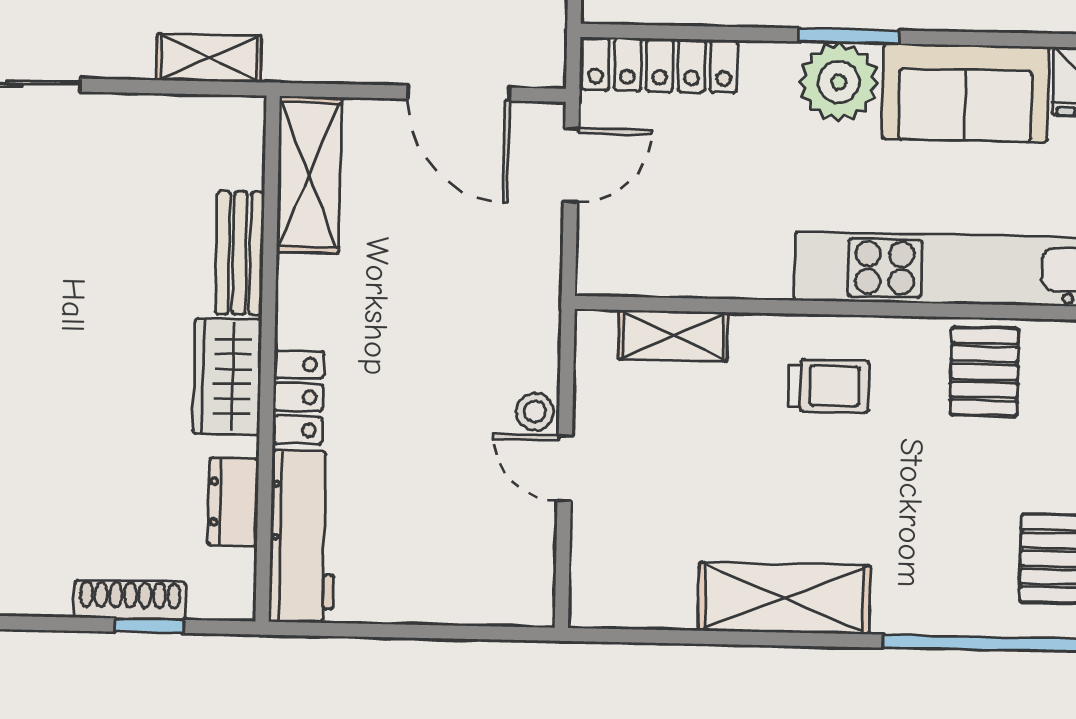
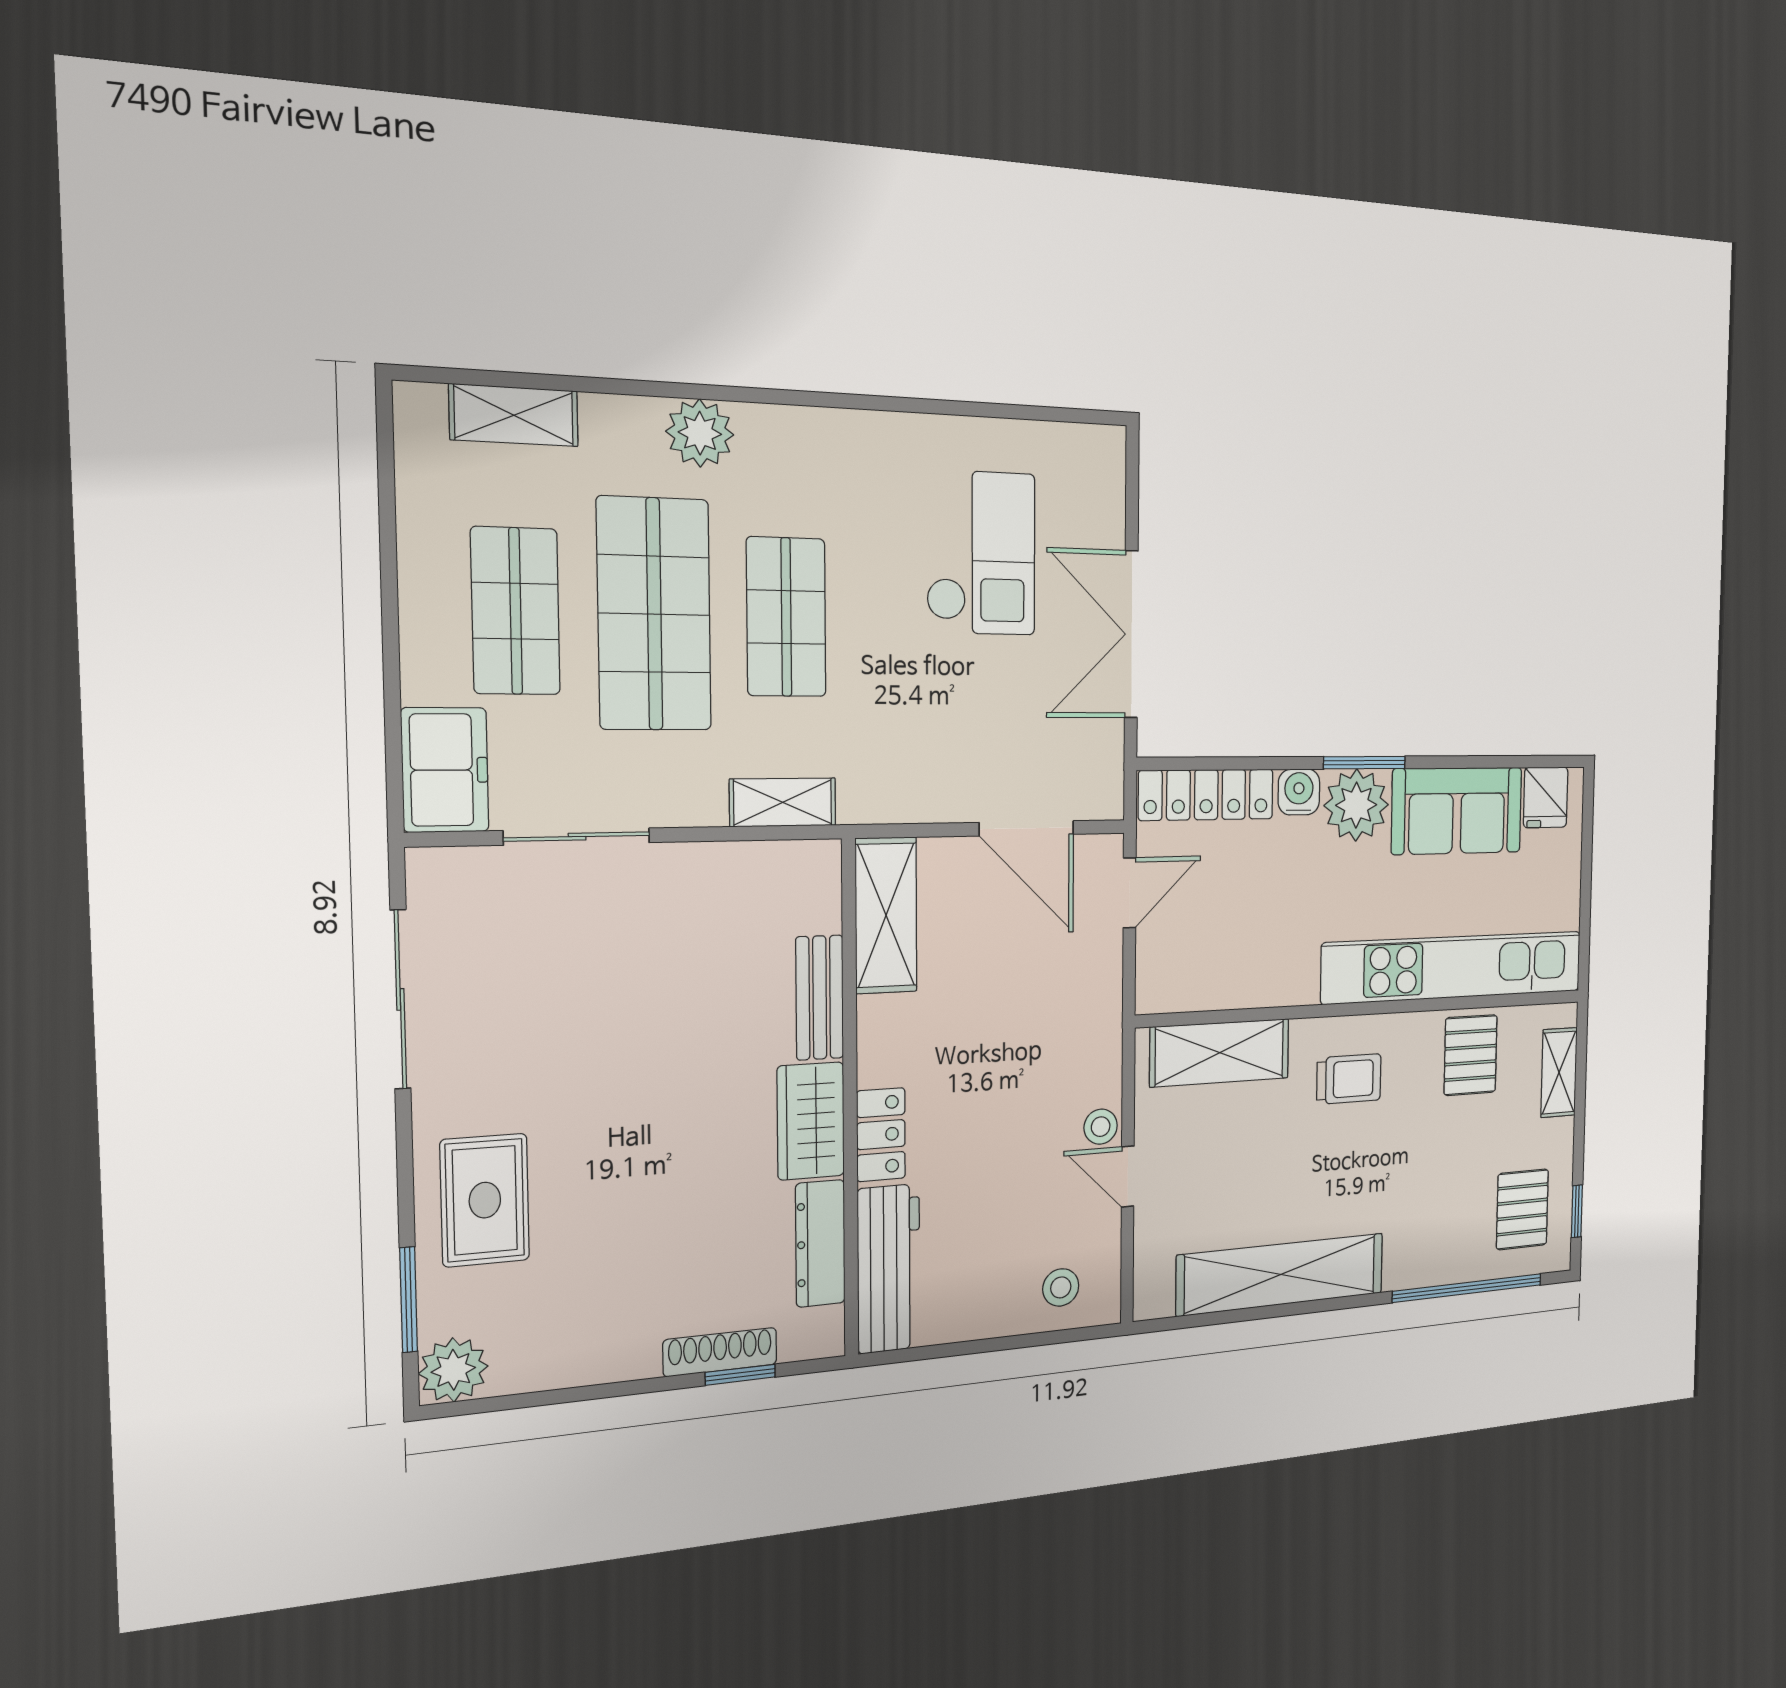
water cooler: (769, 66) -> (1299, 792), added
shelving: (673, 336) -> (1220, 1053), width x1.50, depth x1.33
dresser: (233, 502) -> (820, 1243), width x1.44
stool: (487, 580) -> (1061, 1287), added
shelving: (784, 598) -> (1281, 1274), width x1.47

